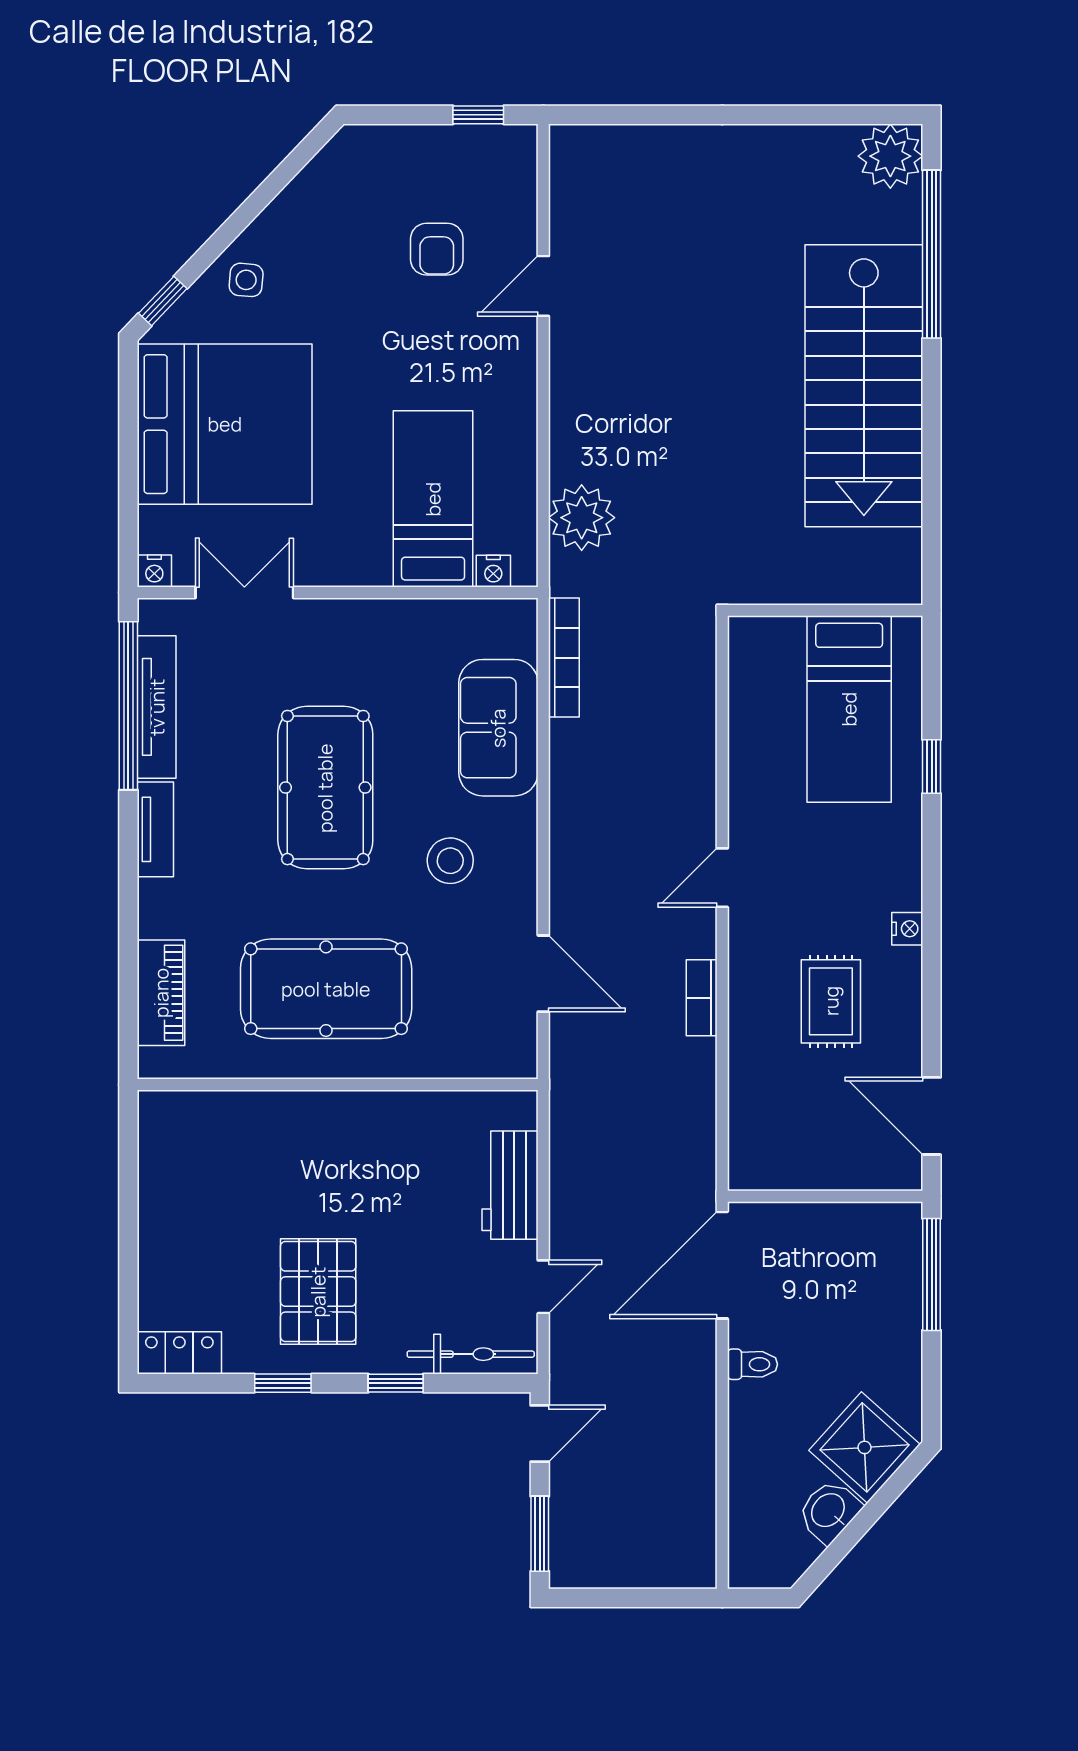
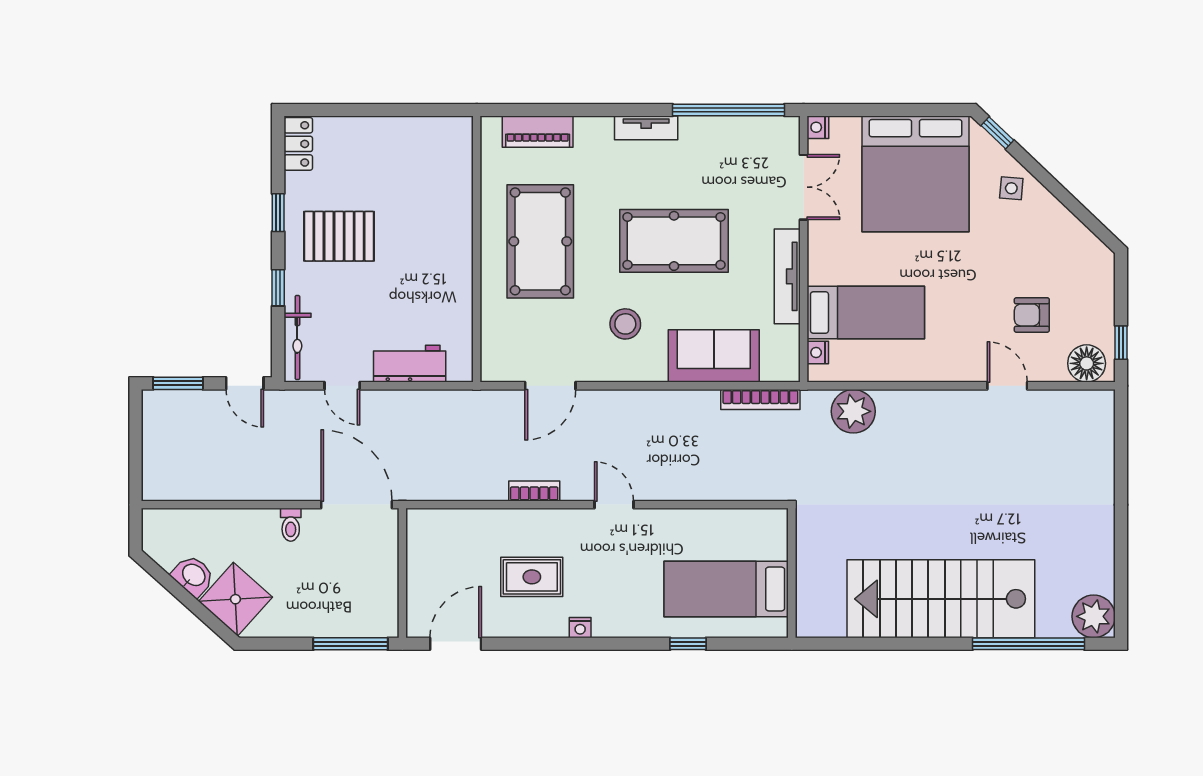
floor lamp: (510, 167) -> (1087, 363), added
tv unit: (157, 707) -> (787, 276), moved, turned 90

